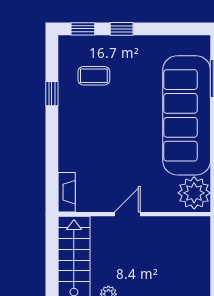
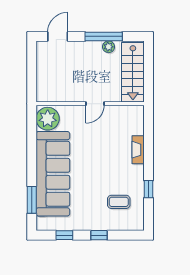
window: (83, 29) -> (64, 235), moved
fireplace: (67, 192) -> (138, 150), moved

